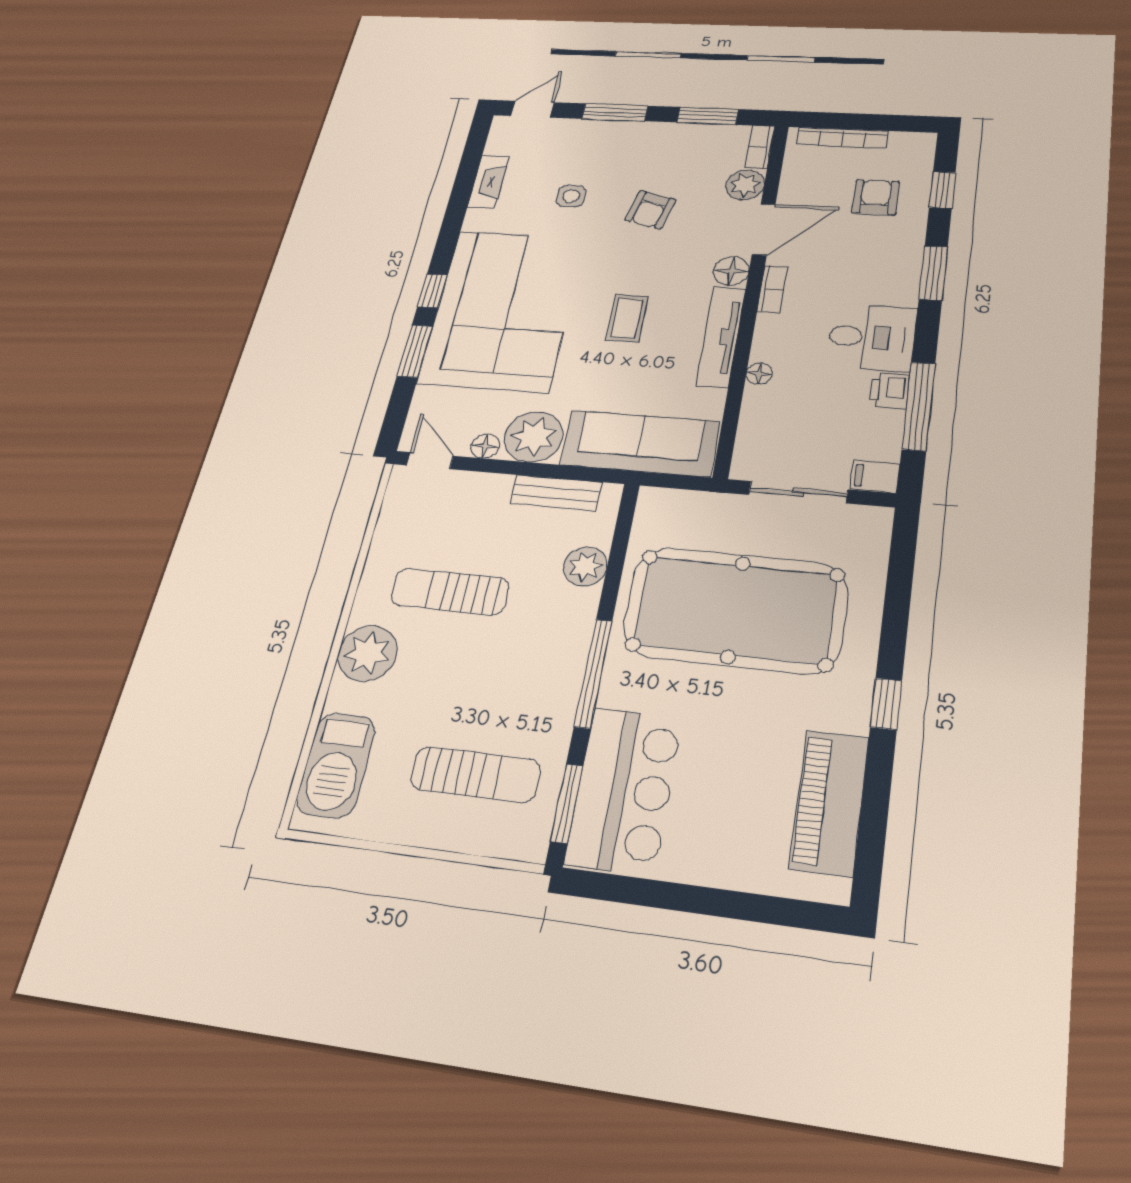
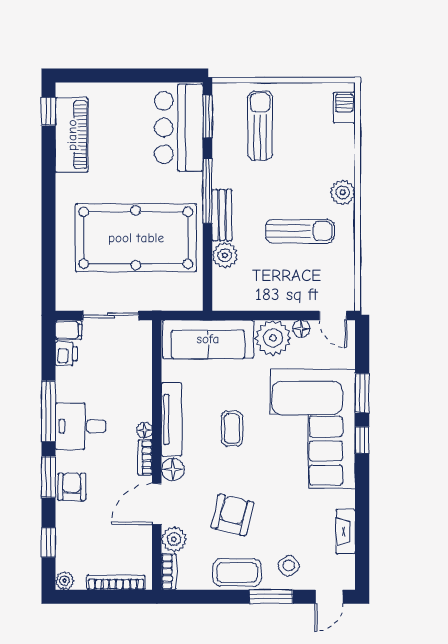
window: (708, 116) -> (207, 597), removed
coffee table: (658, 142) -> (237, 573), added
plant: (922, 143) -> (65, 581), added
side table: (571, 196) -> (289, 566), moved, turned -37
armchair: (876, 197) -> (72, 487), moved, turned 180
armchair: (650, 210) -> (232, 515), width x1.38, depth x1.38
floor lamp: (759, 374) -> (145, 430), moved
printer: (890, 391) -> (66, 354), moved
window: (919, 406) -> (48, 411), moved
bench: (556, 493) -> (222, 215), moved, turned 90
plant: (368, 653) -> (343, 192), width x0.73, depth x0.73
window: (886, 704) -> (48, 111), moved
barbecue: (336, 765) -> (344, 108), width x0.53, depth x0.65
sun lounger: (475, 774) -> (260, 126), turned 90

